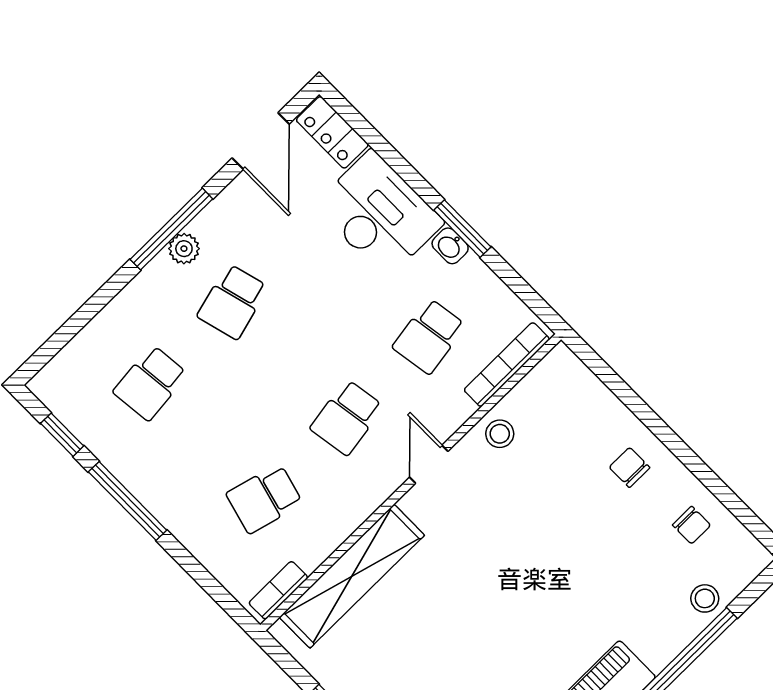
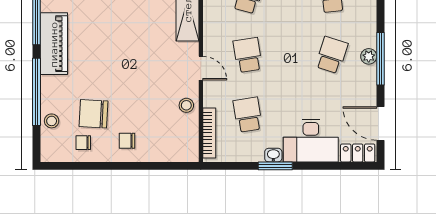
school desk: (233, 302) -> (332, 55), turned 33
chair: (629, 467) -> (127, 141), turned 180
chair: (638, 550) -> (93, 114), added

